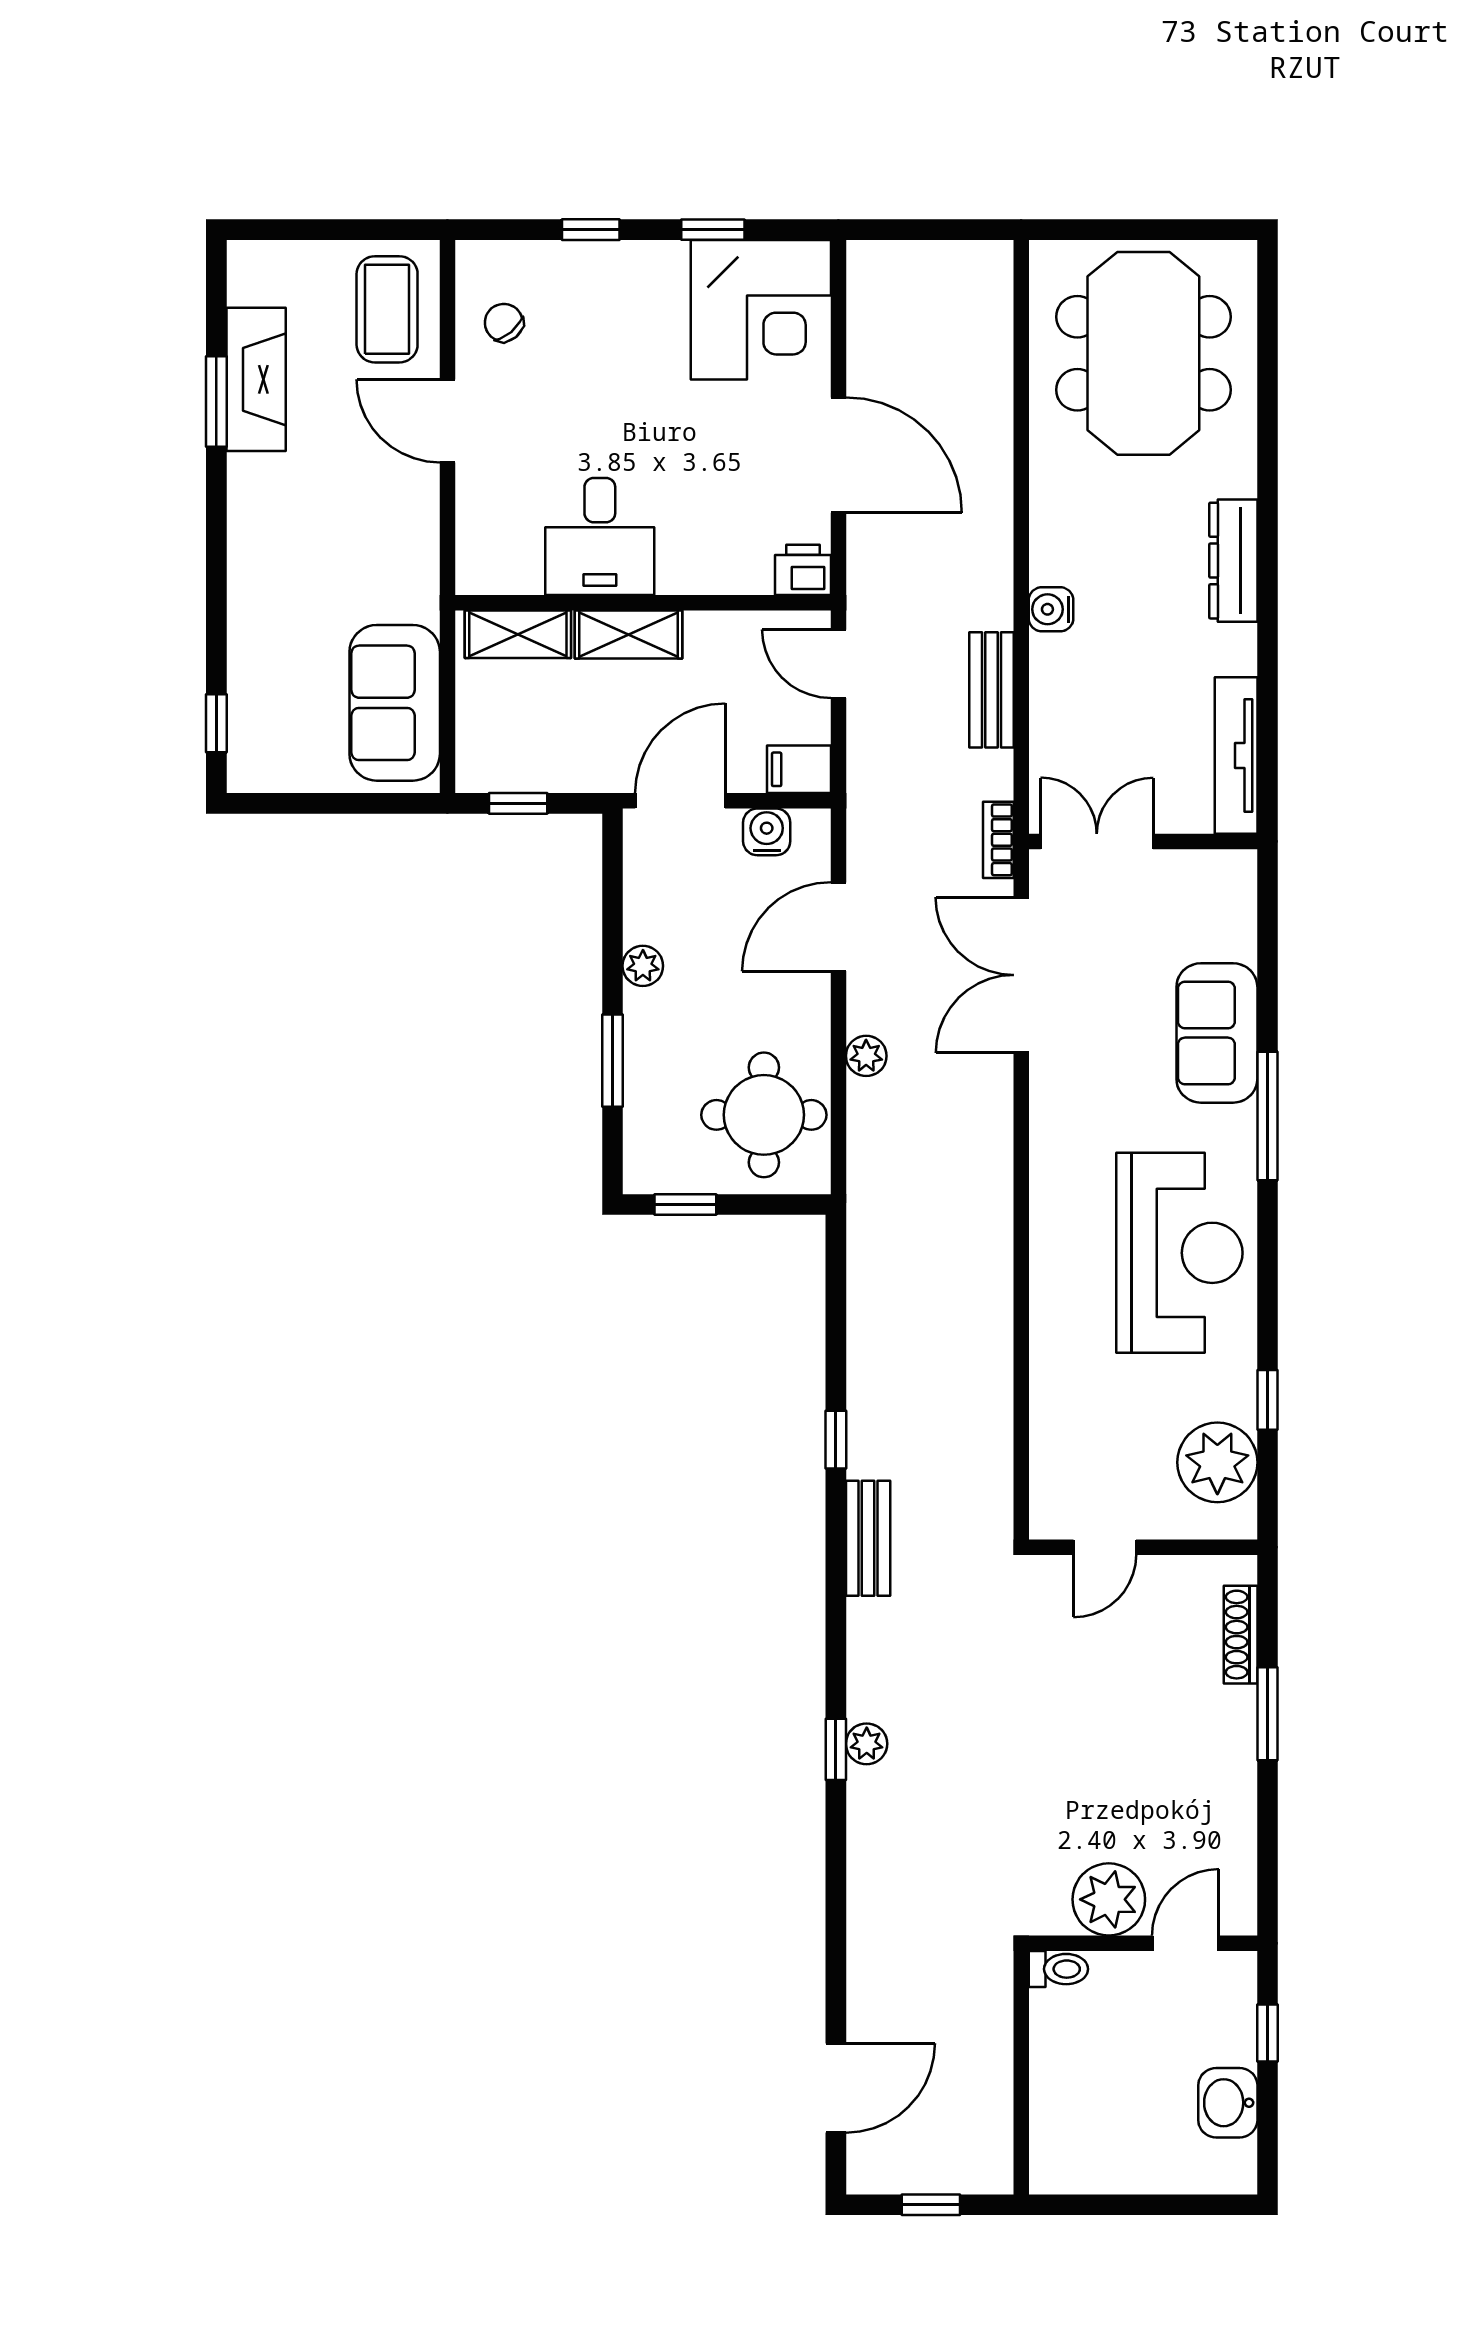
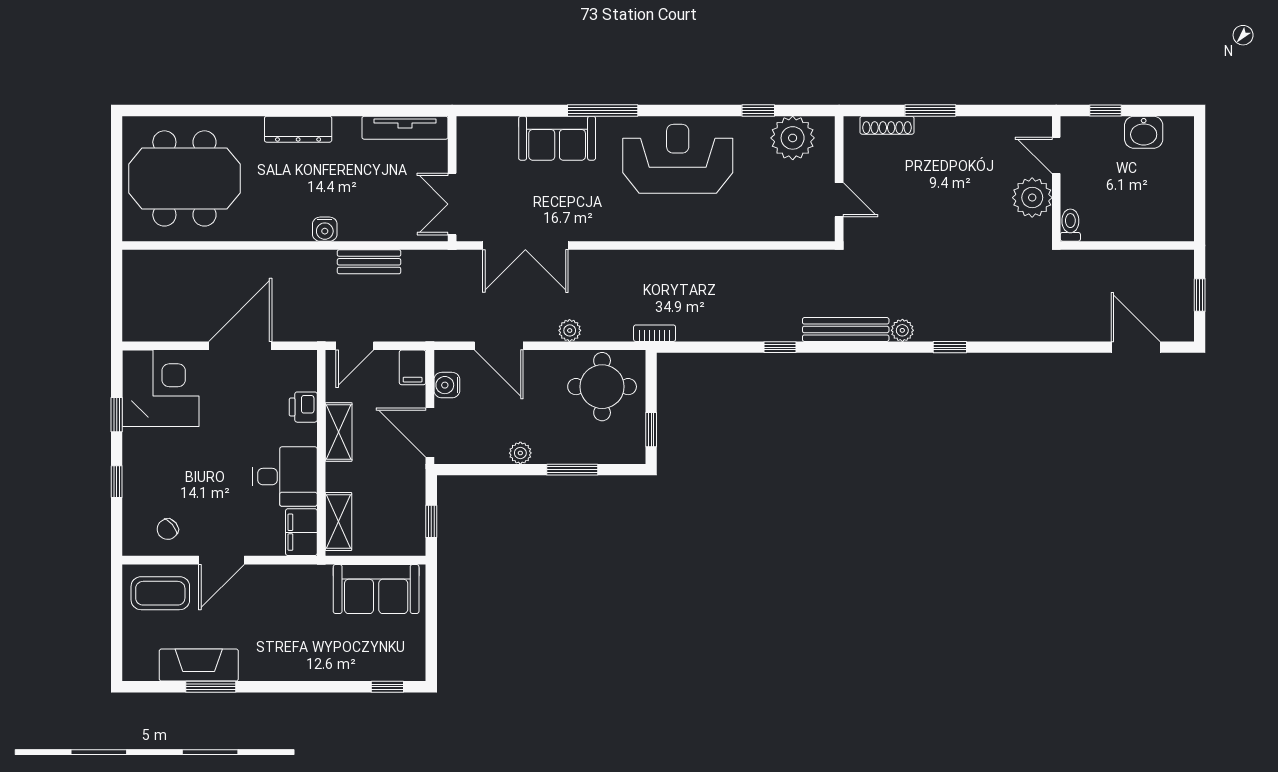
filing cabinet: (498, 567) -> (301, 532), added
printer: (803, 570) -> (303, 407), moved
shelving: (628, 635) -> (339, 432), moved
bookcase: (998, 840) -> (655, 333), moved, turned 180
bench: (868, 1538) -> (846, 329), width x1.36
plant: (867, 1744) -> (902, 330), moved

